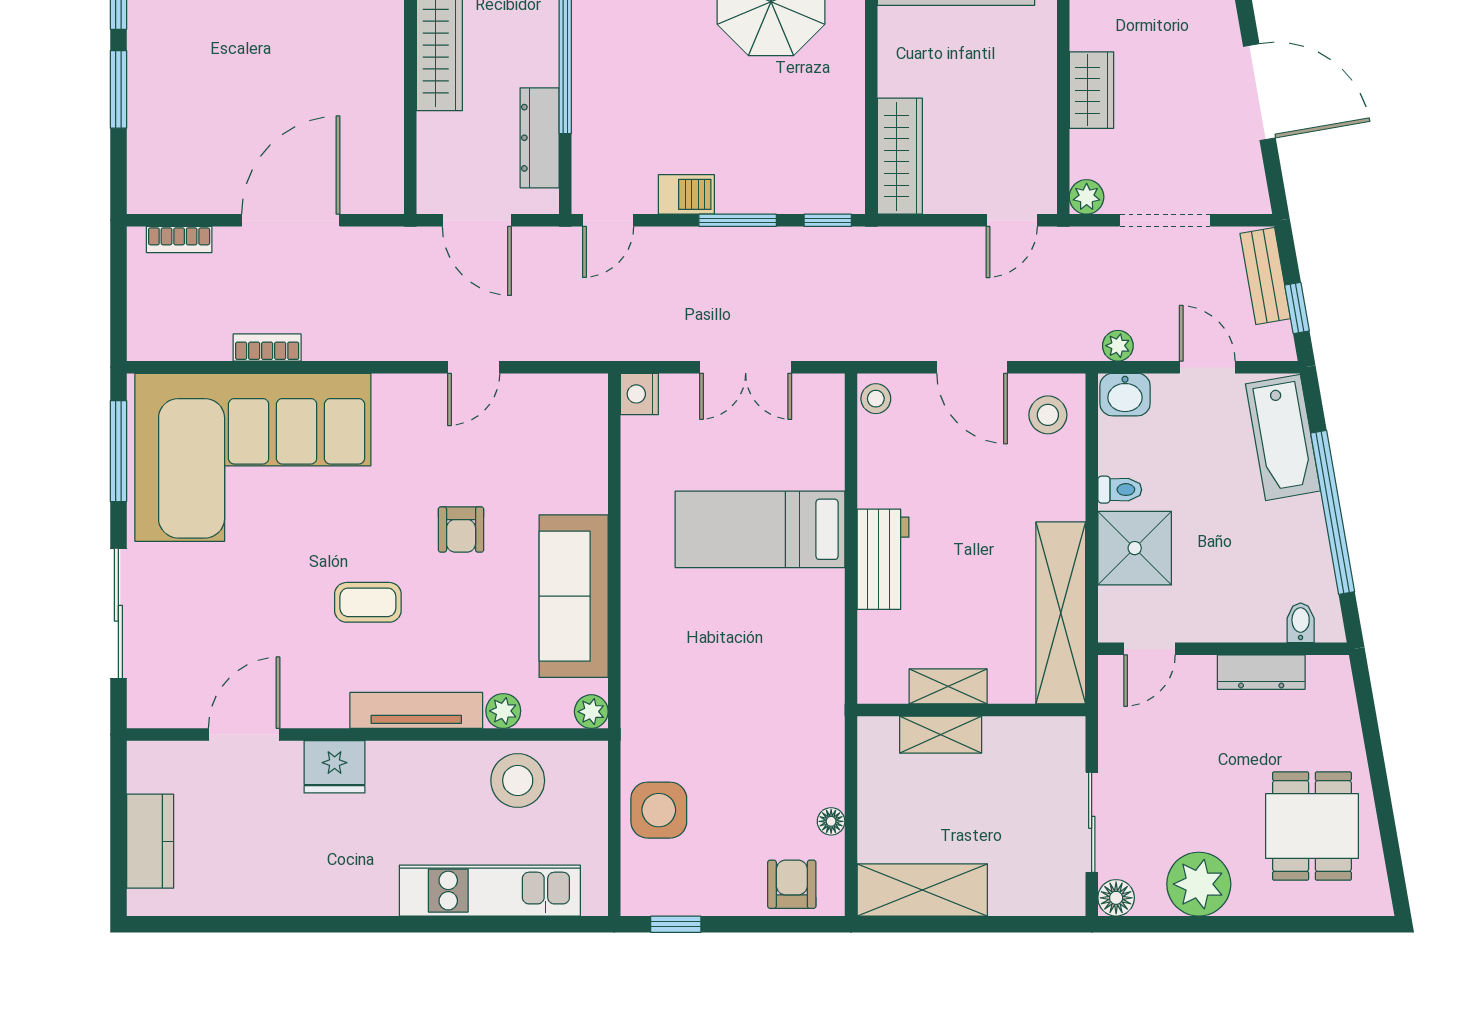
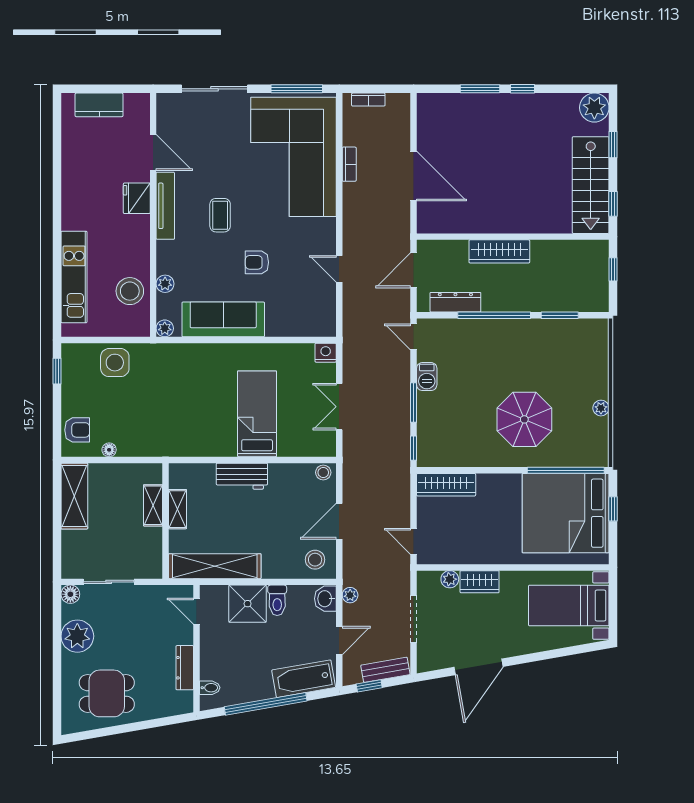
plant: (1087, 197) -> (450, 579), moved
bookcase: (179, 240) -> (368, 100), moved, turned -90
toilet: (1120, 490) -> (277, 600), width x1.37, depth x1.39
tv unit: (416, 710) -> (165, 206), moved

